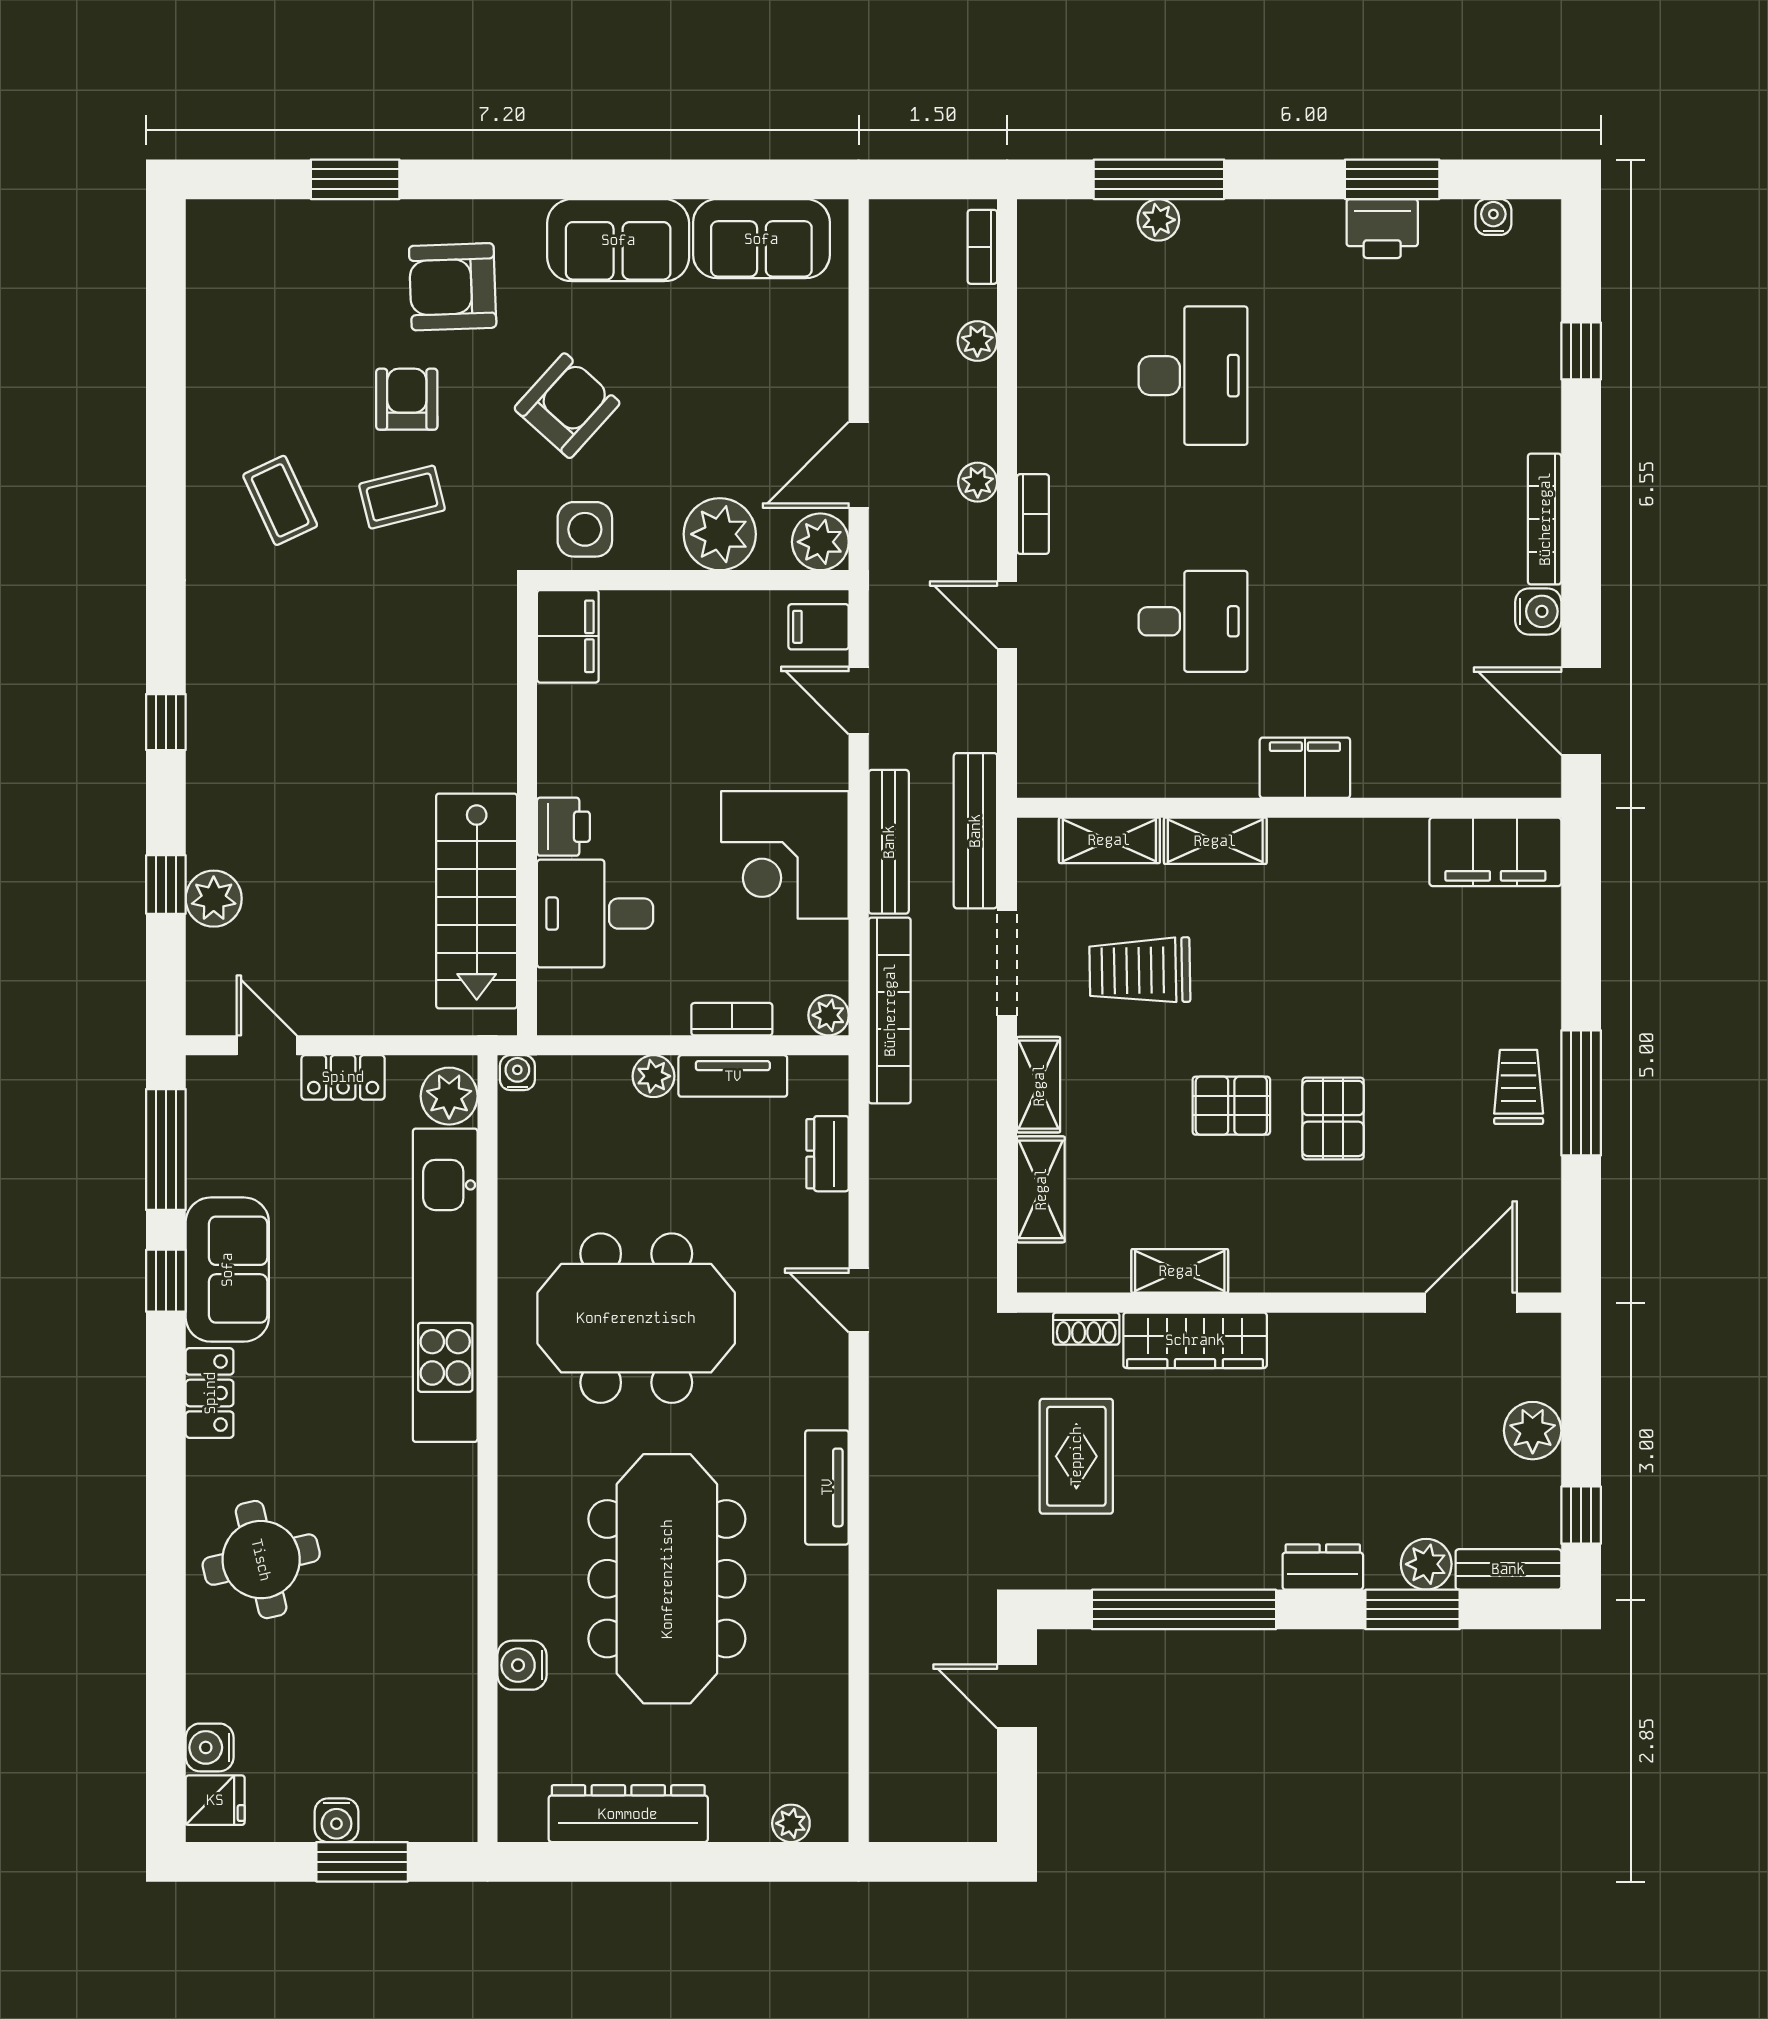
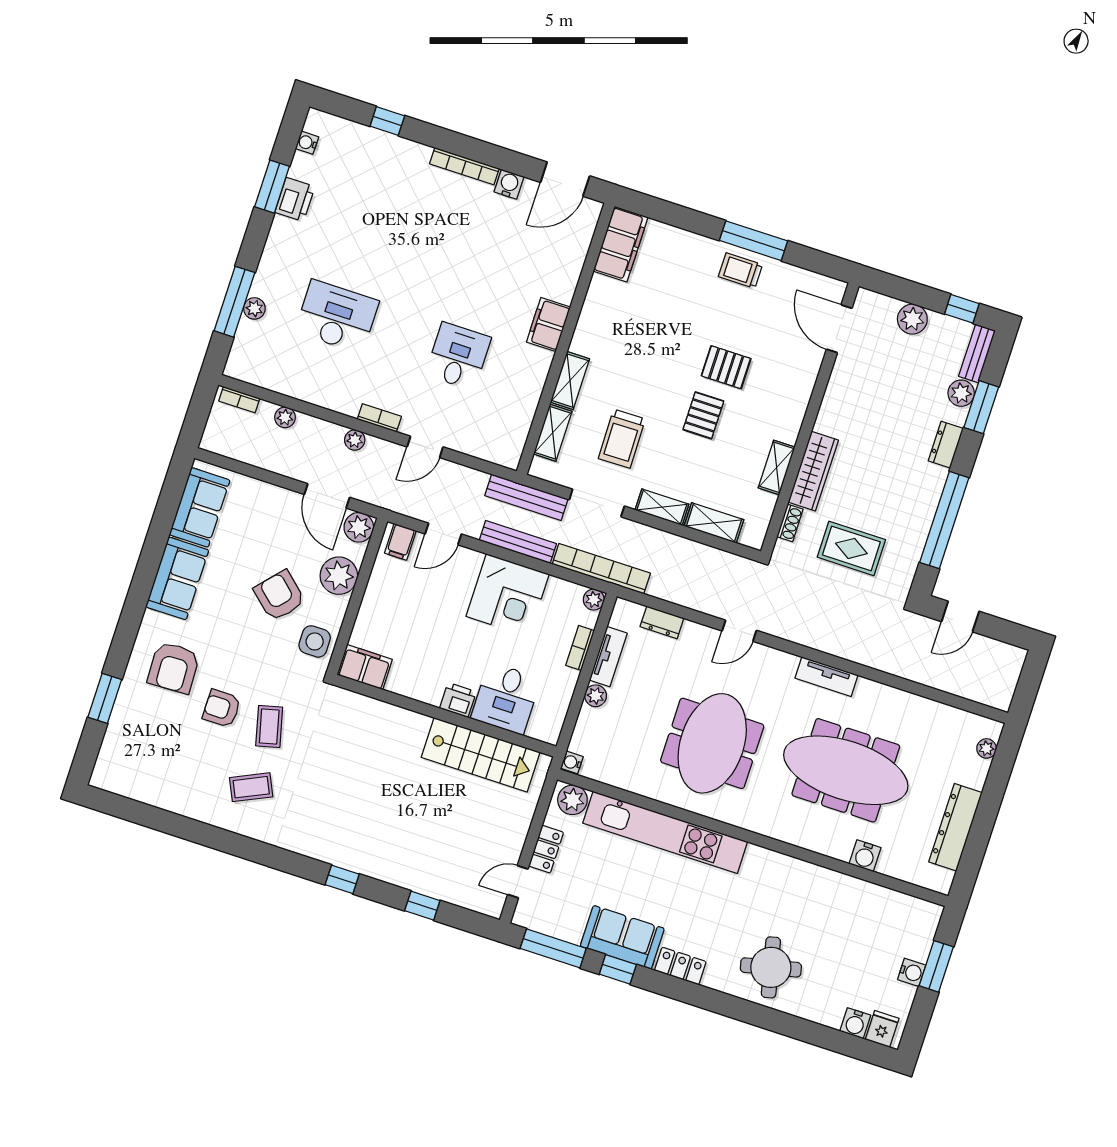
armchair: (567, 406) -> (279, 596), moved
plant: (214, 899) -> (437, 884), removed

